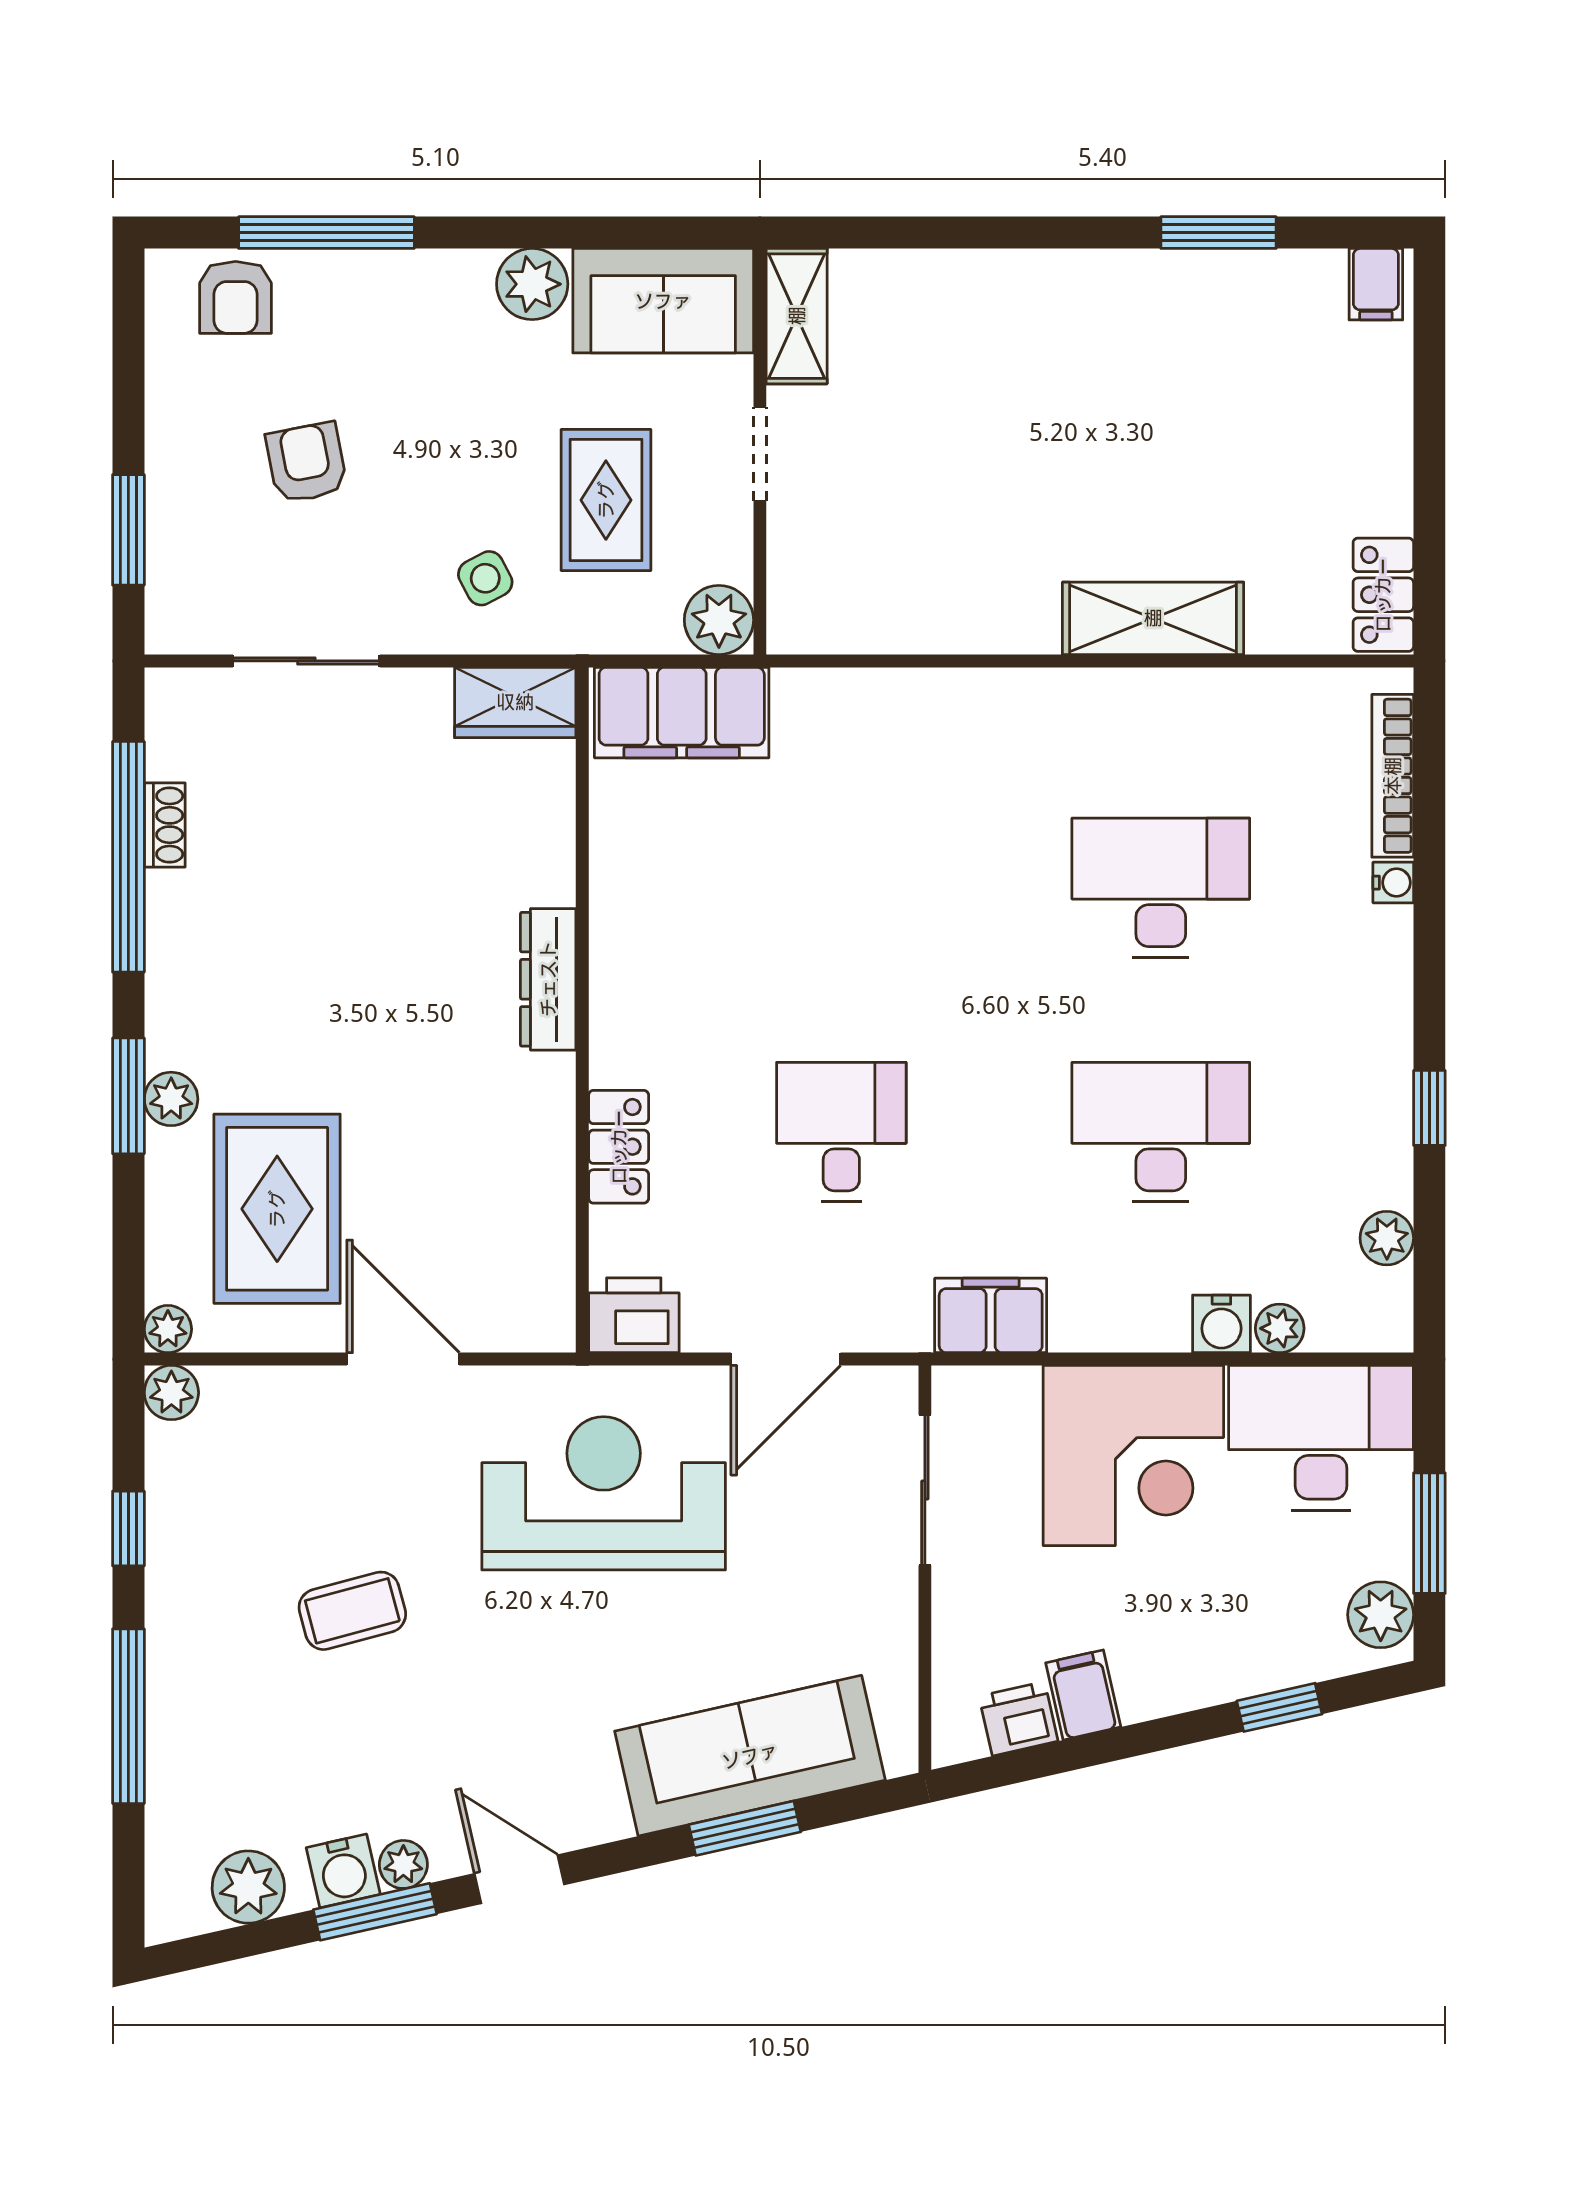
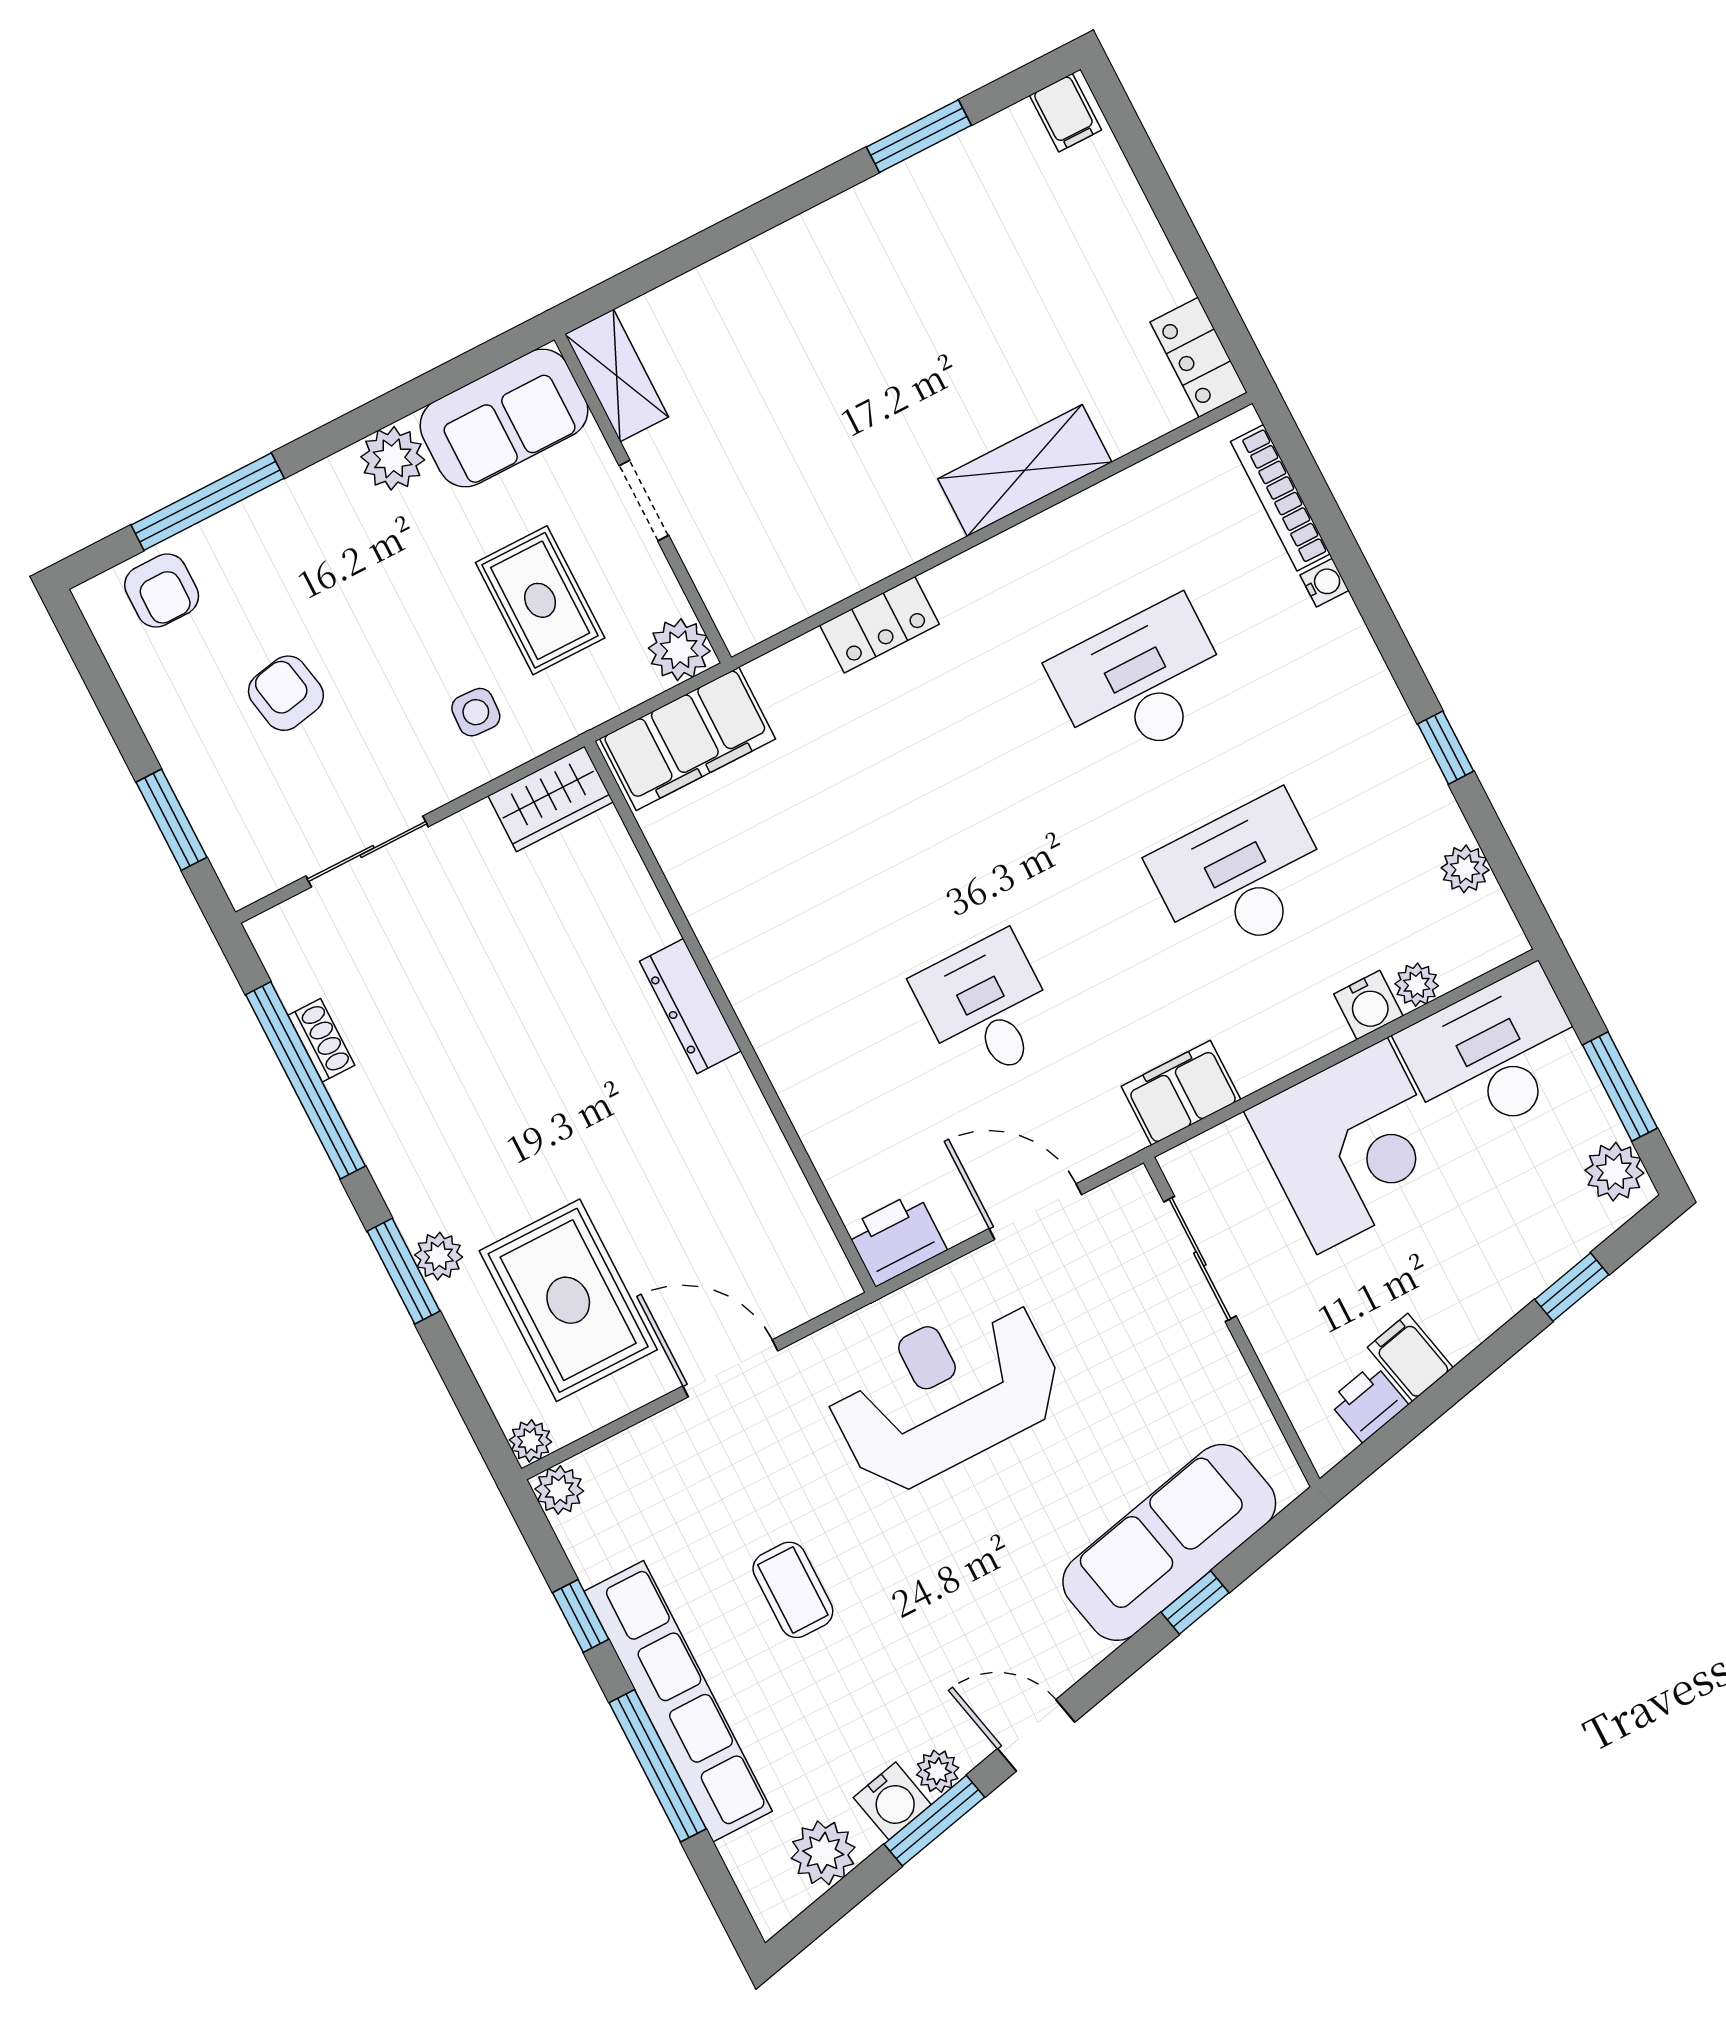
side table: (485, 578) -> (476, 712), turned 31
locker: (619, 1147) -> (879, 625), moved, turned 90
door: (786, 1359) -> (1035, 1212), swing flipped
coffee table: (352, 1611) -> (793, 1590), turned -75
row of seats: (182, 1663) -> (678, 1701), added
window: (745, 1828) -> (1195, 1602), width x0.67

